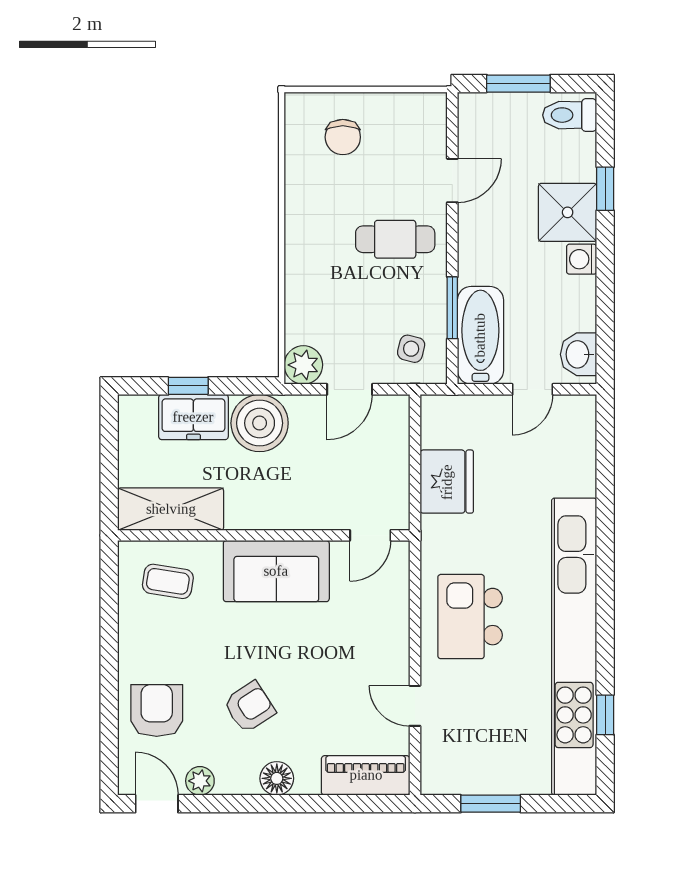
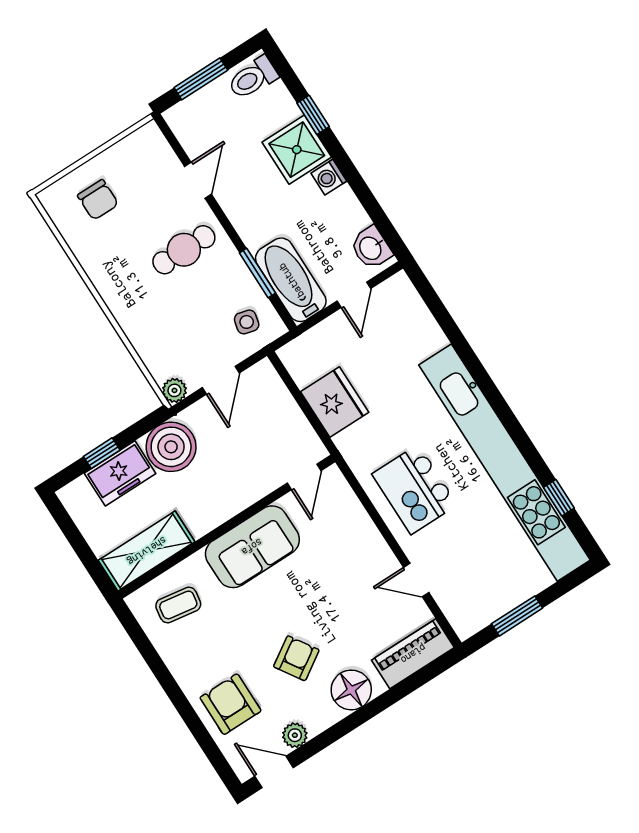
plant: (303, 365) -> (174, 390), width x0.73, depth x0.73
floor lamp: (277, 778) -> (351, 690), width x1.38, depth x1.38

